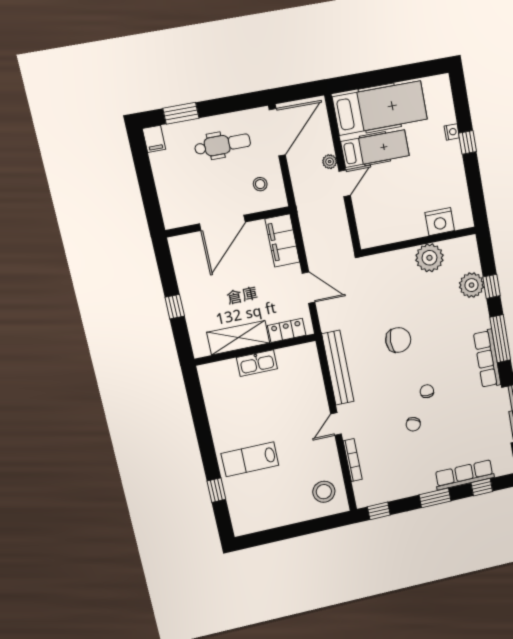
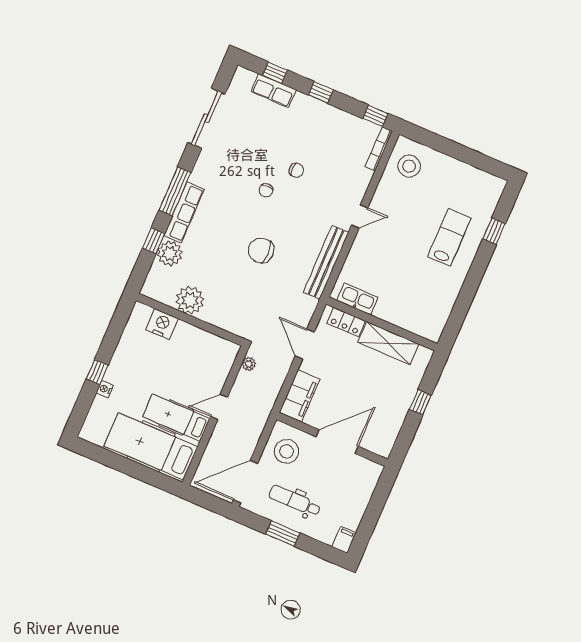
window: (181, 113) -> (283, 534), moved
plant: (330, 162) -> (249, 364), moved
stool: (260, 184) -> (287, 451), width x1.89, depth x1.89
row of seats: (487, 359) -> (184, 212), moved
kitchen sink: (257, 363) -> (358, 299), moved
chair: (413, 424) -> (296, 170), turned 71
lab bench: (250, 459) -> (449, 237), turned -90
bookcase: (353, 460) -> (379, 149), moved
row of seats: (464, 475) -> (273, 91), width x0.68
window: (435, 498) -> (321, 92), width x0.67

